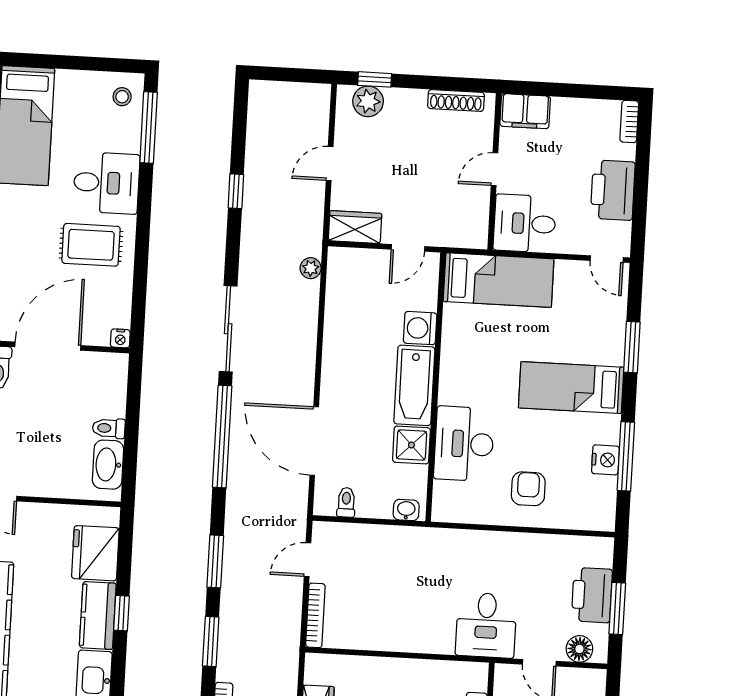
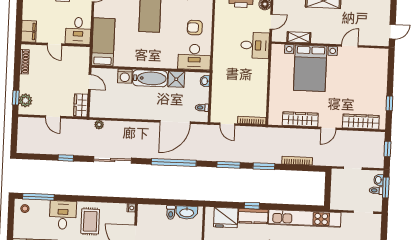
sliding door: (228, 329) -> (113, 160), moved
desk: (464, 444) -> (194, 57), moved

